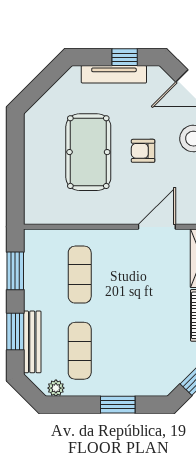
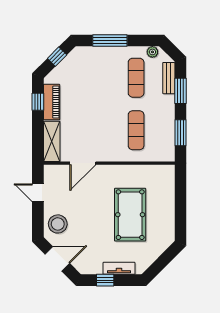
tv unit: (114, 74) -> (119, 268), width x0.71
armchair: (143, 151) -> (92, 215), removed
bench: (32, 342) -> (169, 78), width x0.73
window: (118, 405) -> (110, 40), width x1.44

